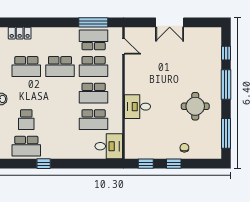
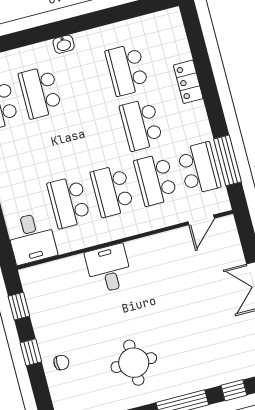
locker: (20, 33) -> (188, 82), moved
school desk: (26, 120) -> (40, 92), width x1.85

